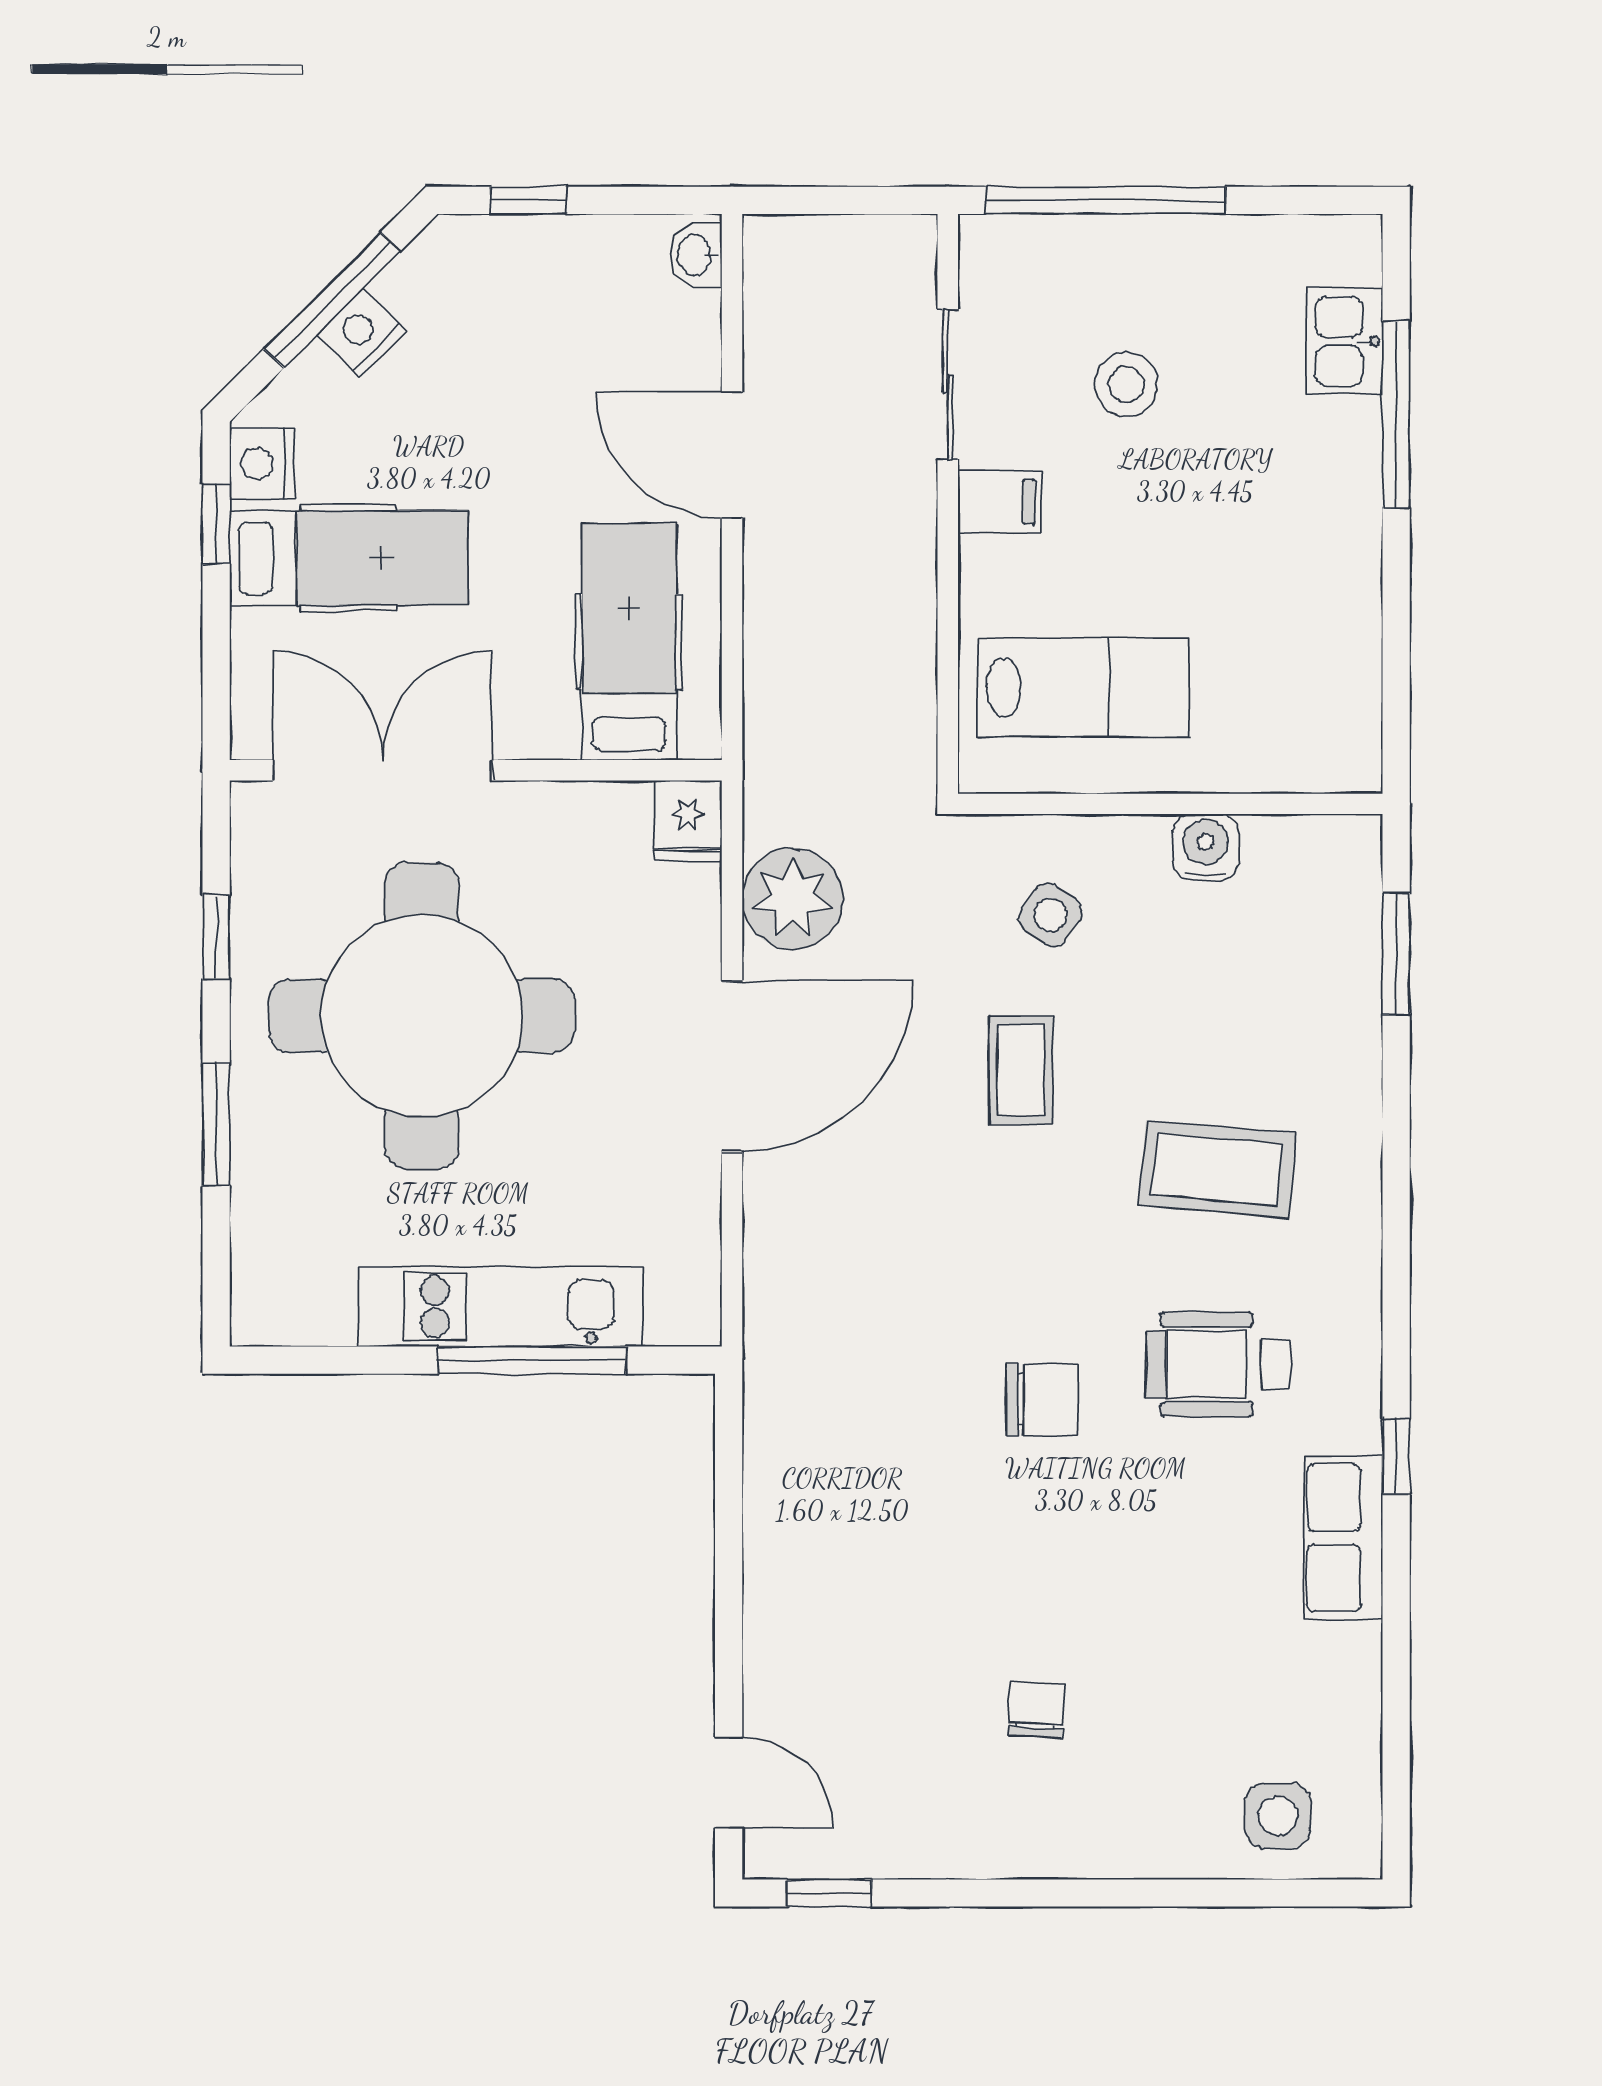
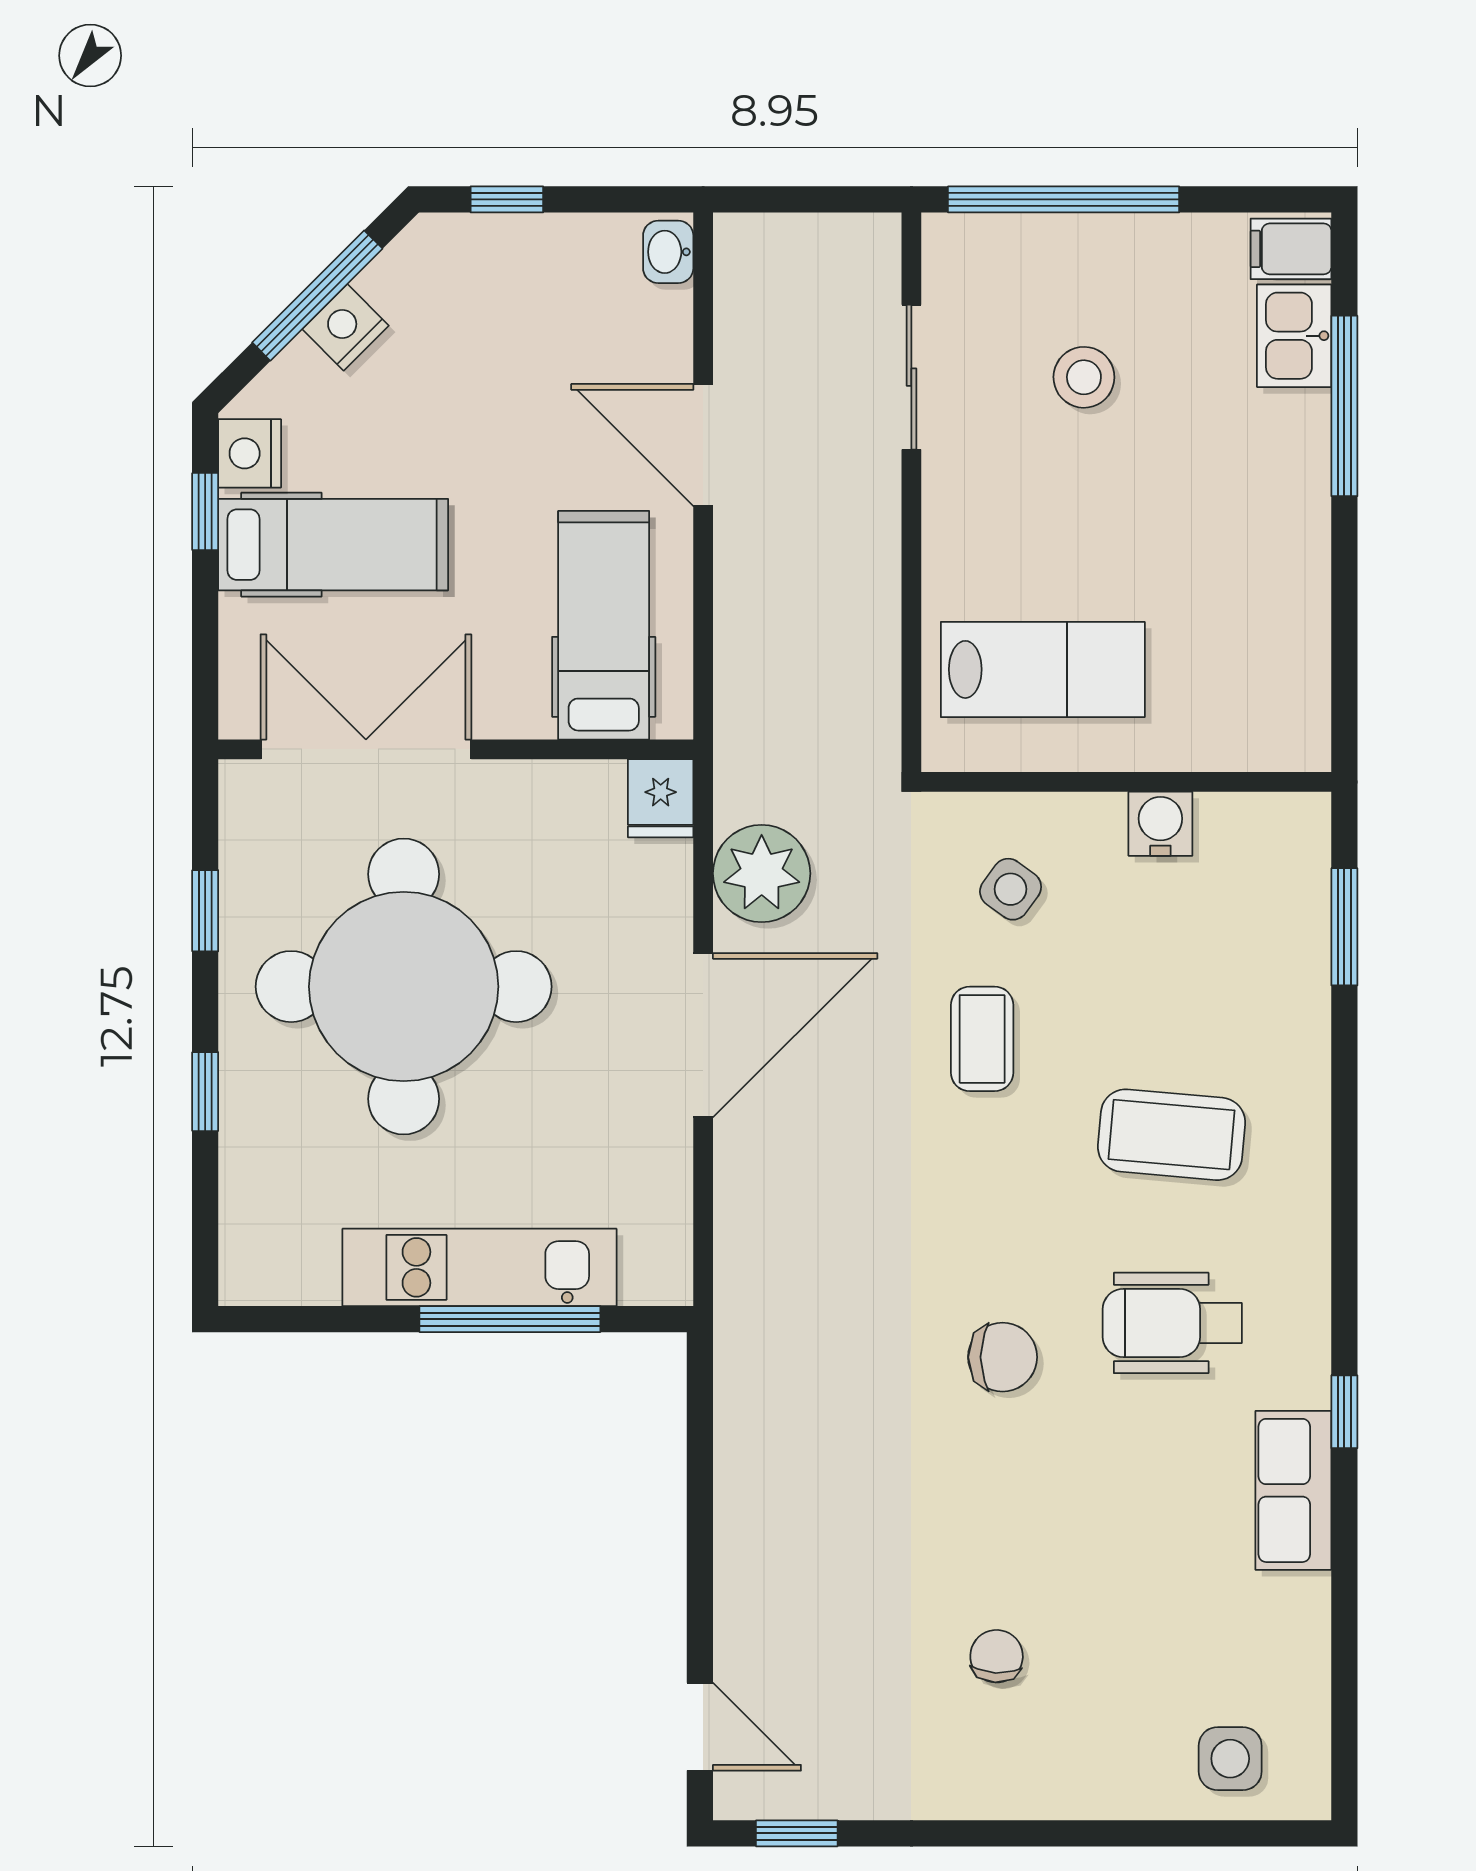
filing cabinet: (1000, 502) -> (1291, 249), moved, turned 180
window: (216, 1125) -> (205, 1092), width x0.67

